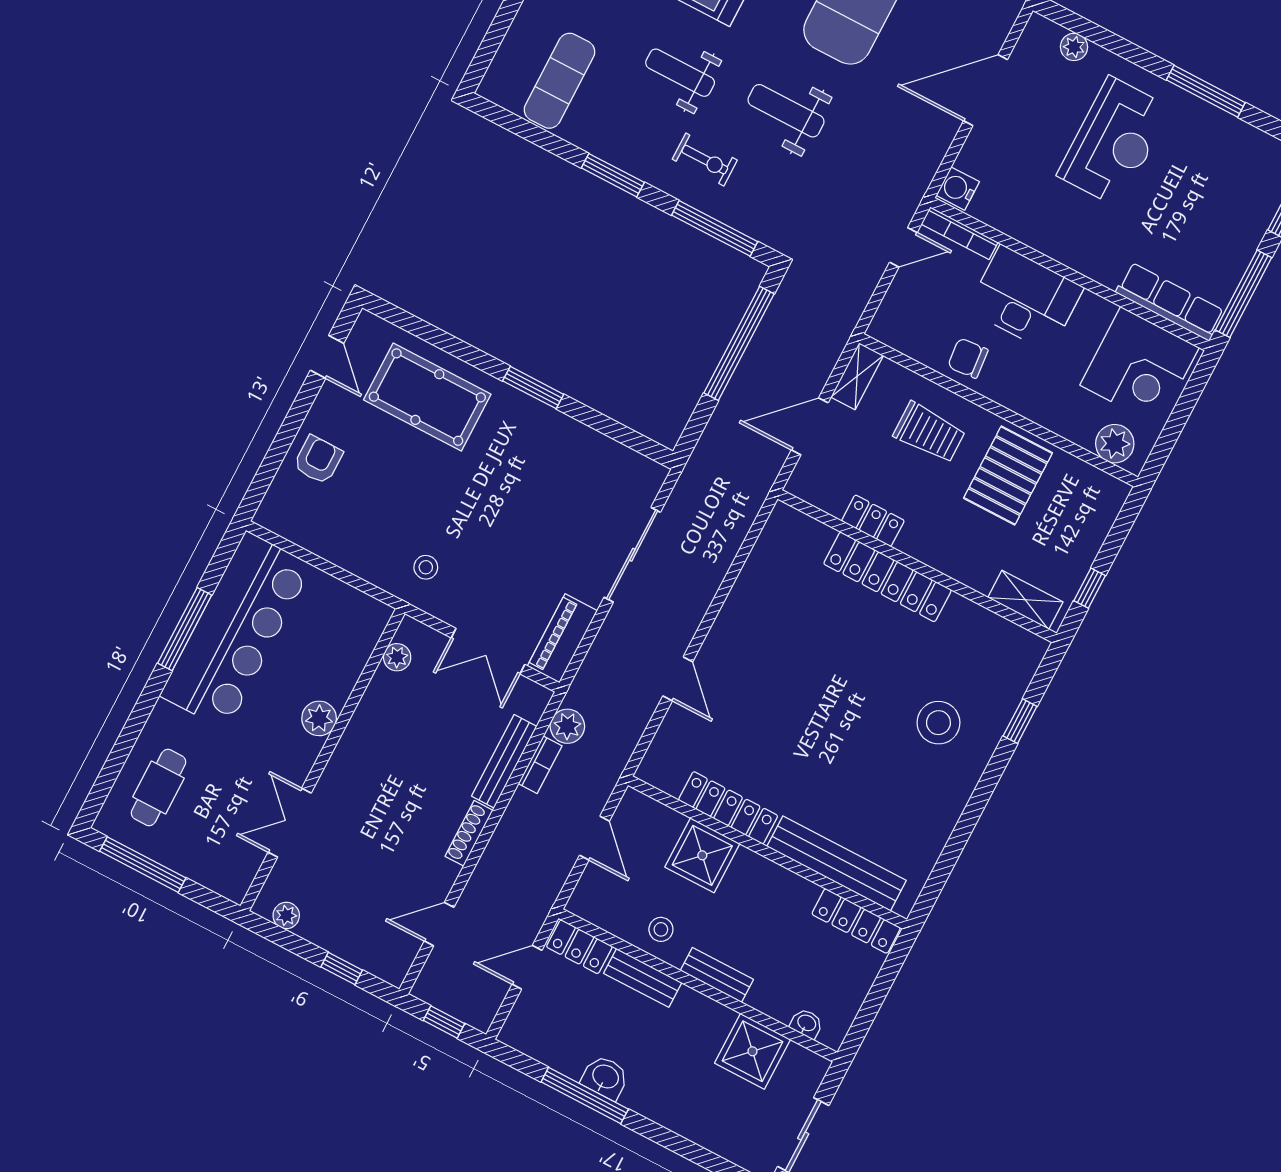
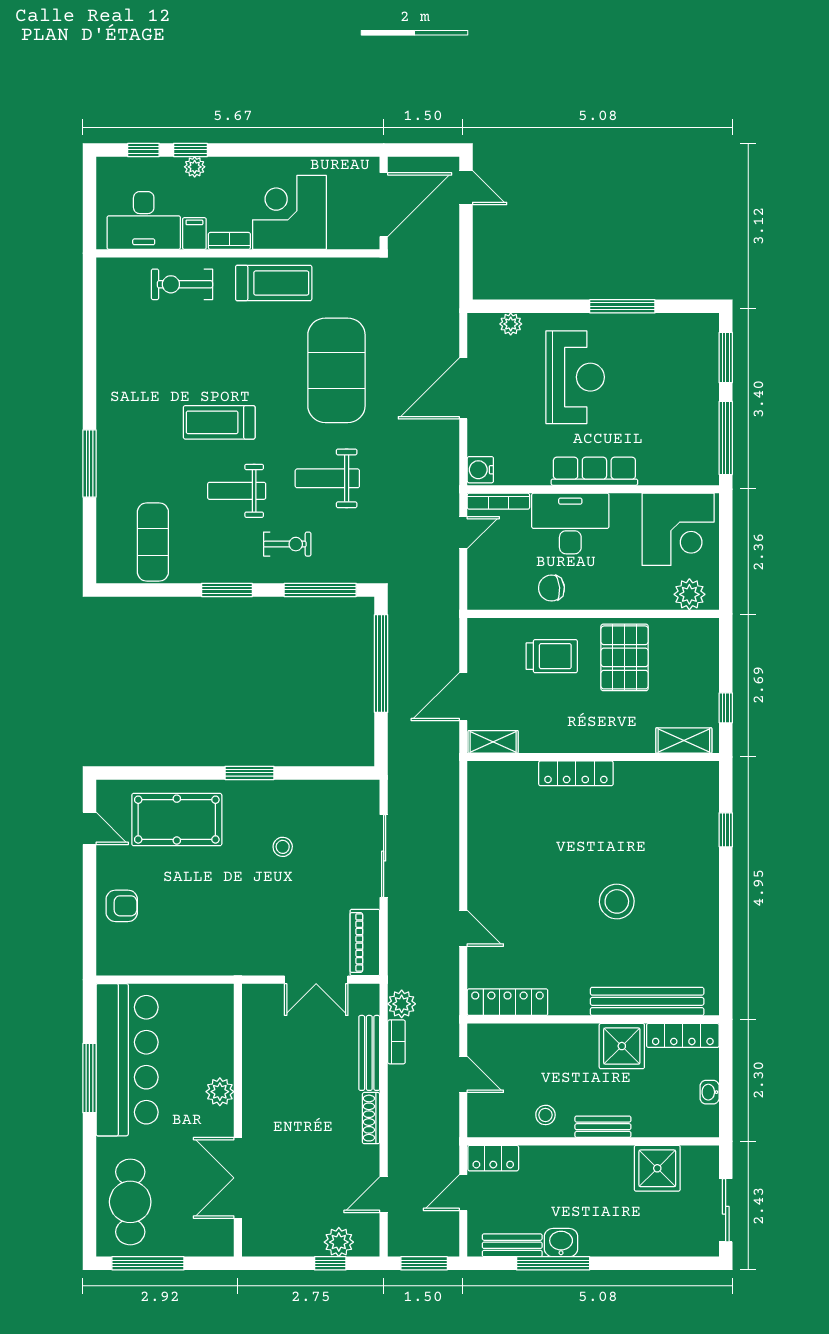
row of seats: (1170, 302) -> (594, 471), moved
shelving: (857, 376) -> (493, 742), moved, turned 90
armchair: (318, 460) -> (122, 906), turned 90
locker: (873, 521) -> (544, 741), removed
stool: (426, 567) -> (283, 847), moved
locker: (887, 577) -> (576, 773), width x0.71, depth x0.83
plant: (397, 657) -> (253, 1018), removed
stool: (938, 723) -> (617, 901), moved
cafe table: (159, 787) -> (130, 1202), width x1.37, depth x1.35
locker: (728, 808) -> (507, 1002), moved
double door: (290, 823) -> (238, 1178), width x1.37
shower: (702, 855) -> (622, 1046), moved
plant: (286, 915) -> (339, 1242), moved, width x1.38, depth x1.38
bench: (643, 978) -> (512, 1245), moved
window: (444, 1022) -> (424, 1263), width x1.50
washbasin: (806, 1023) -> (710, 1092), moved, turned -90

